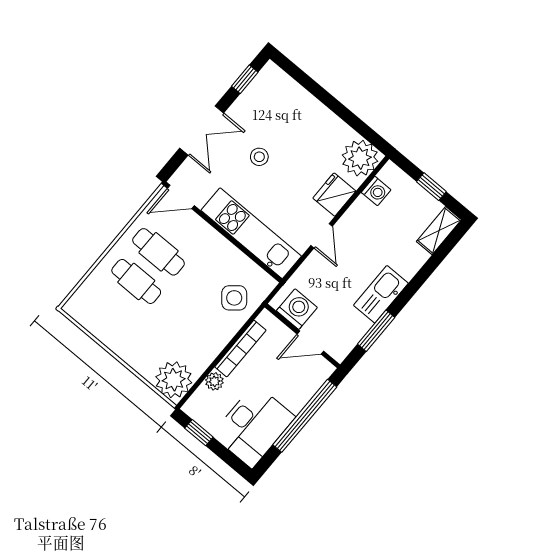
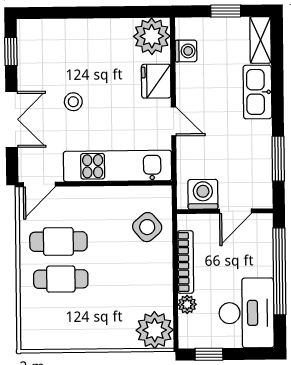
kitchen sink: (381, 294) -> (257, 92), moved

